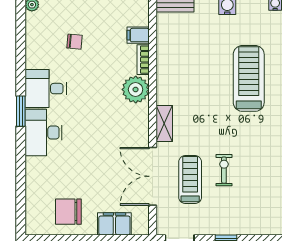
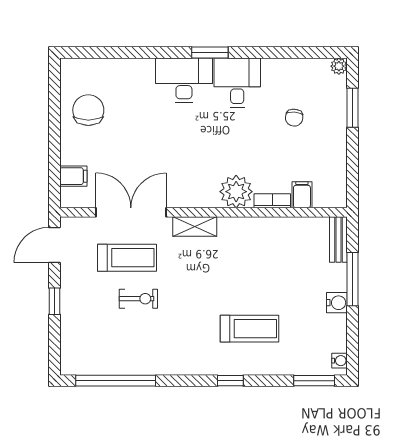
treadmill: (249, 78) -> (250, 329), width x0.73, depth x0.73
filing cabinet: (114, 224) -> (73, 176), width x0.50

